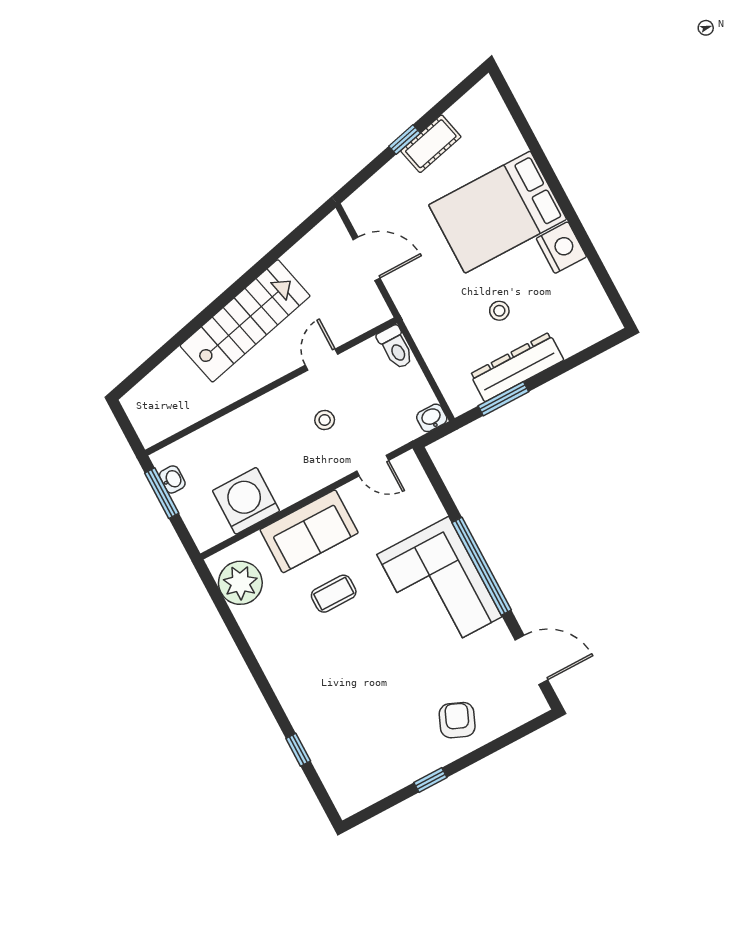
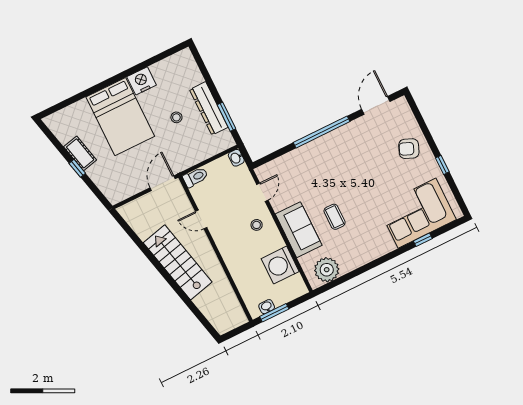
door: (366, 259) -> (163, 183), moved
stool: (325, 420) -> (257, 225), moved
corner sofa: (439, 586) -> (417, 213), moved, turned 180

